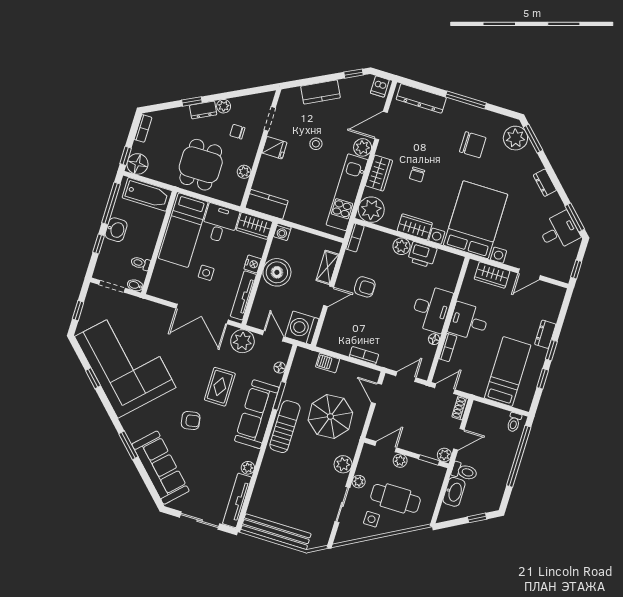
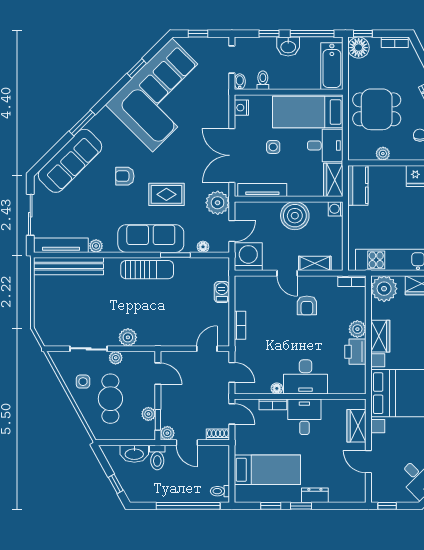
nightstand: (253, 264) -> (241, 108), moved, turned 90
parasol: (330, 416) -> (171, 311), removed
armchair: (191, 421) -> (125, 176), turned 100
plant: (400, 461) -> (148, 414), moved
bench: (276, 532) -> (68, 266), moved, turned 90

